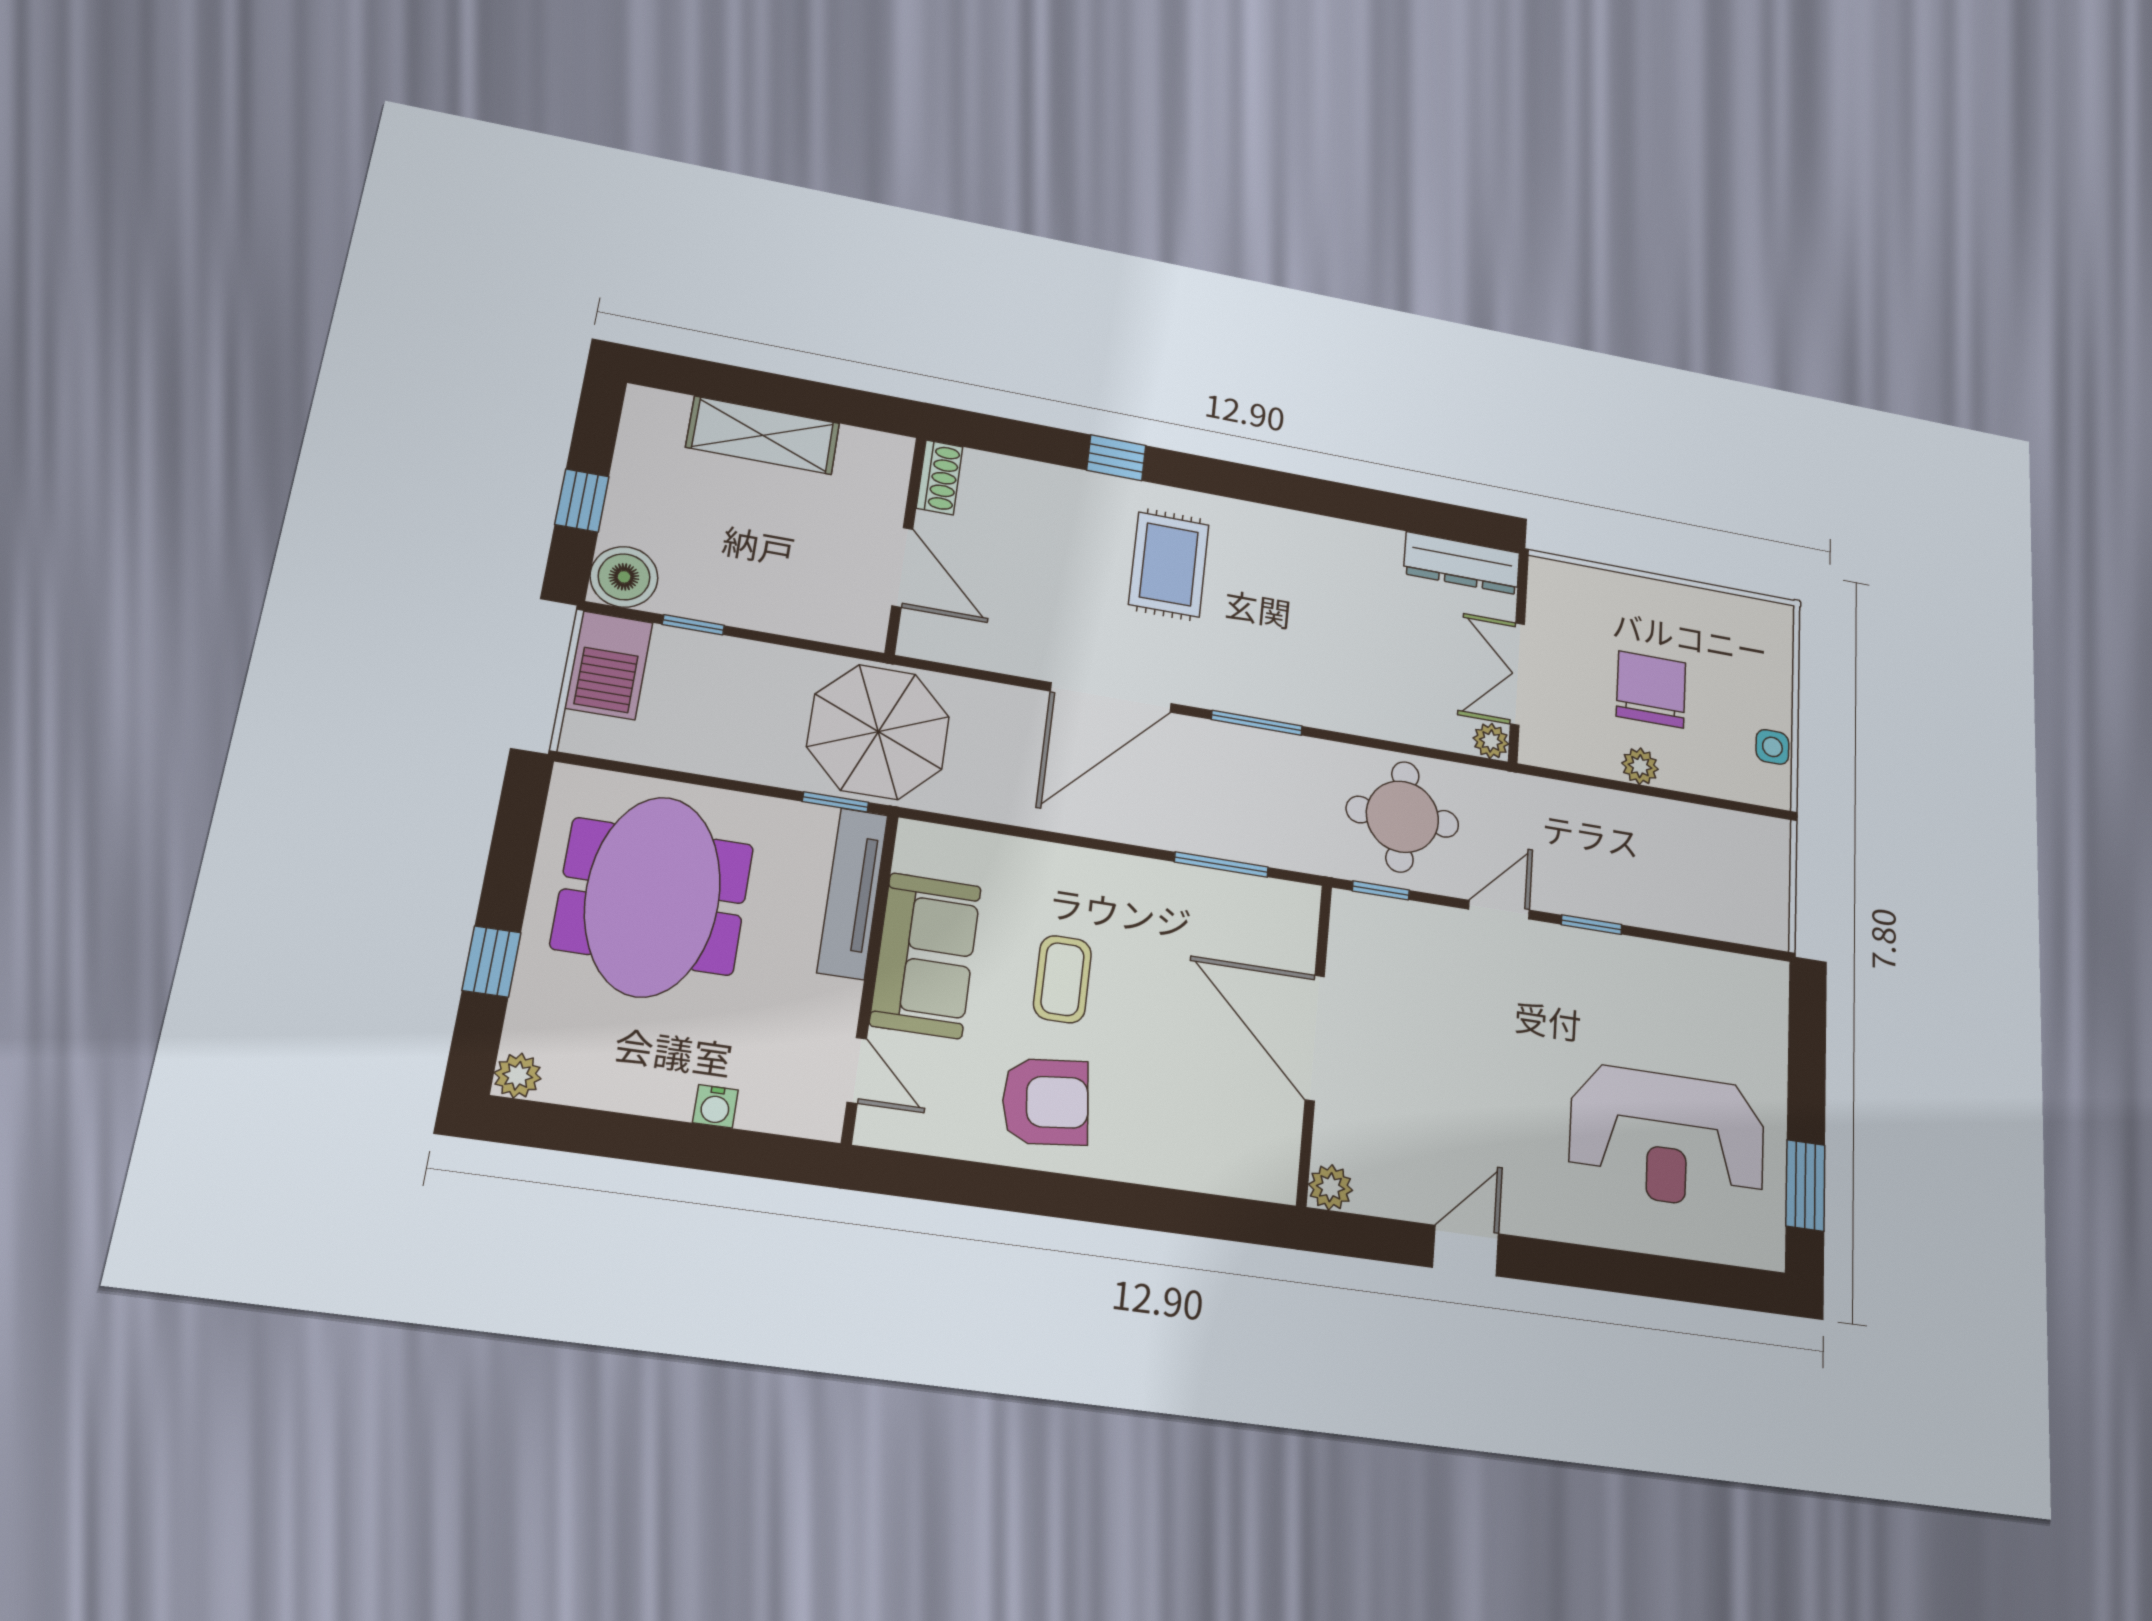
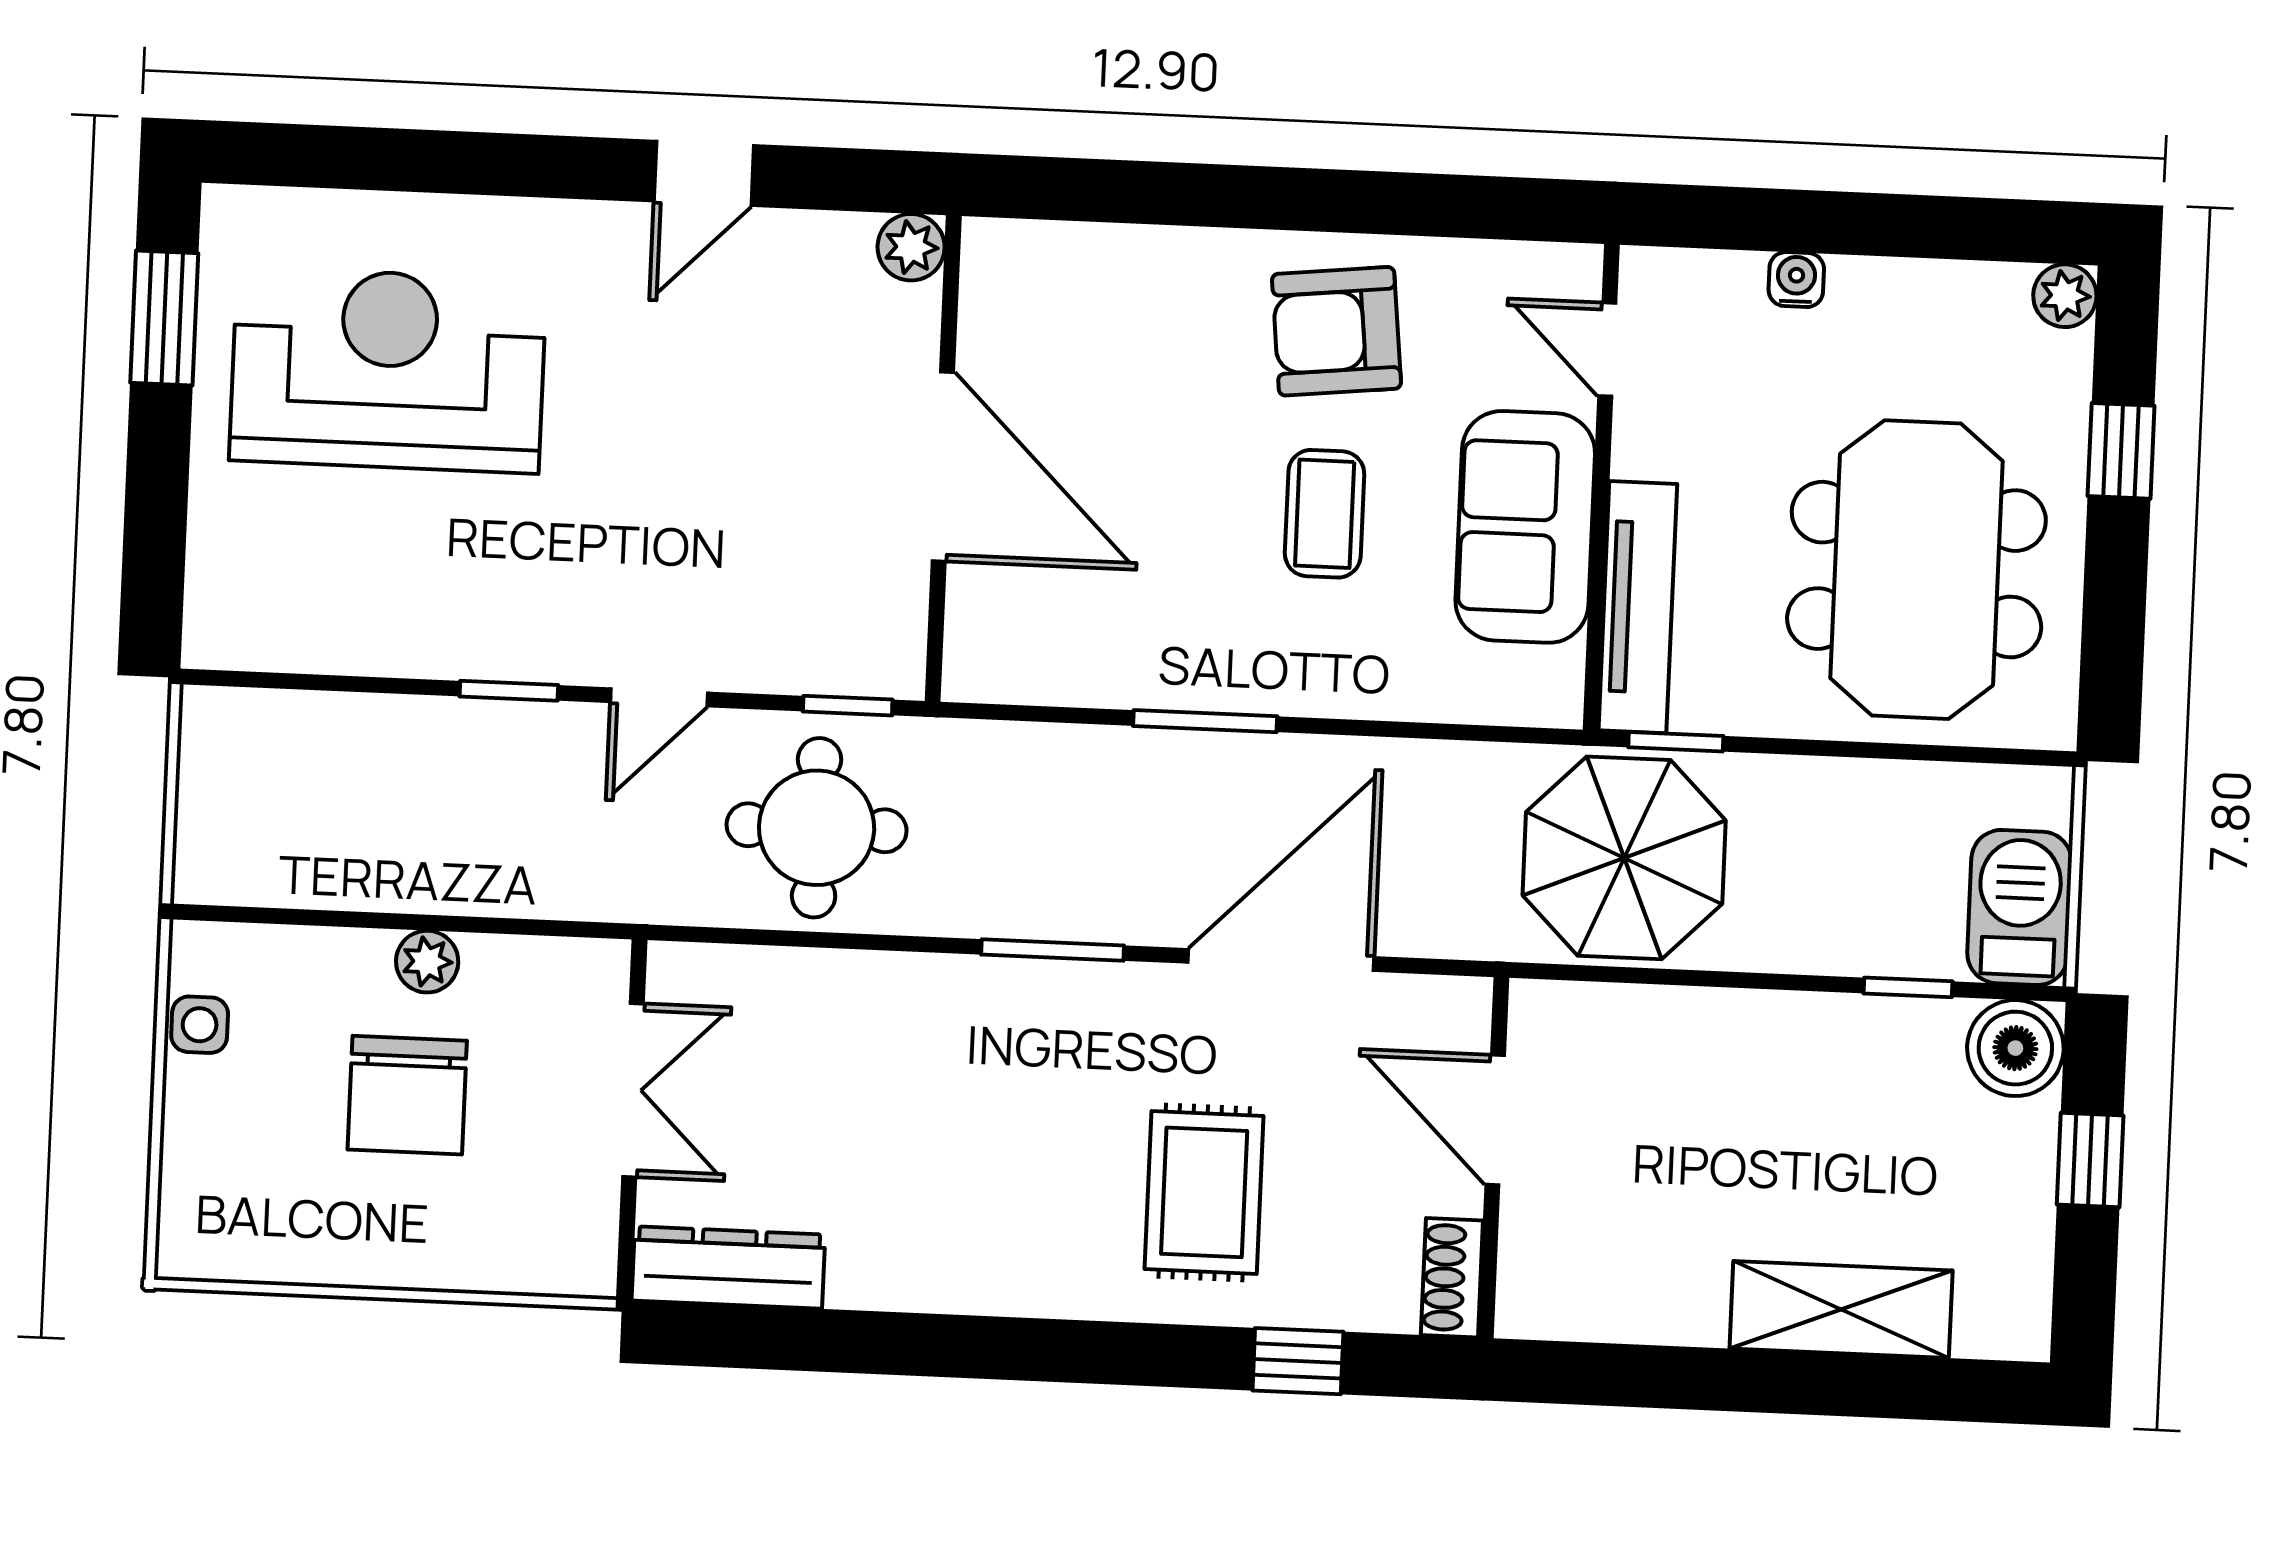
shoe rack: (940, 477) -> (1452, 1278), moved
wall: (906, 545) -> (1494, 1158), moved
door: (902, 567) -> (1495, 1120), moved
plant: (1491, 741) -> (676, 971), removed
window: (1221, 865) -> (1205, 721), moved

